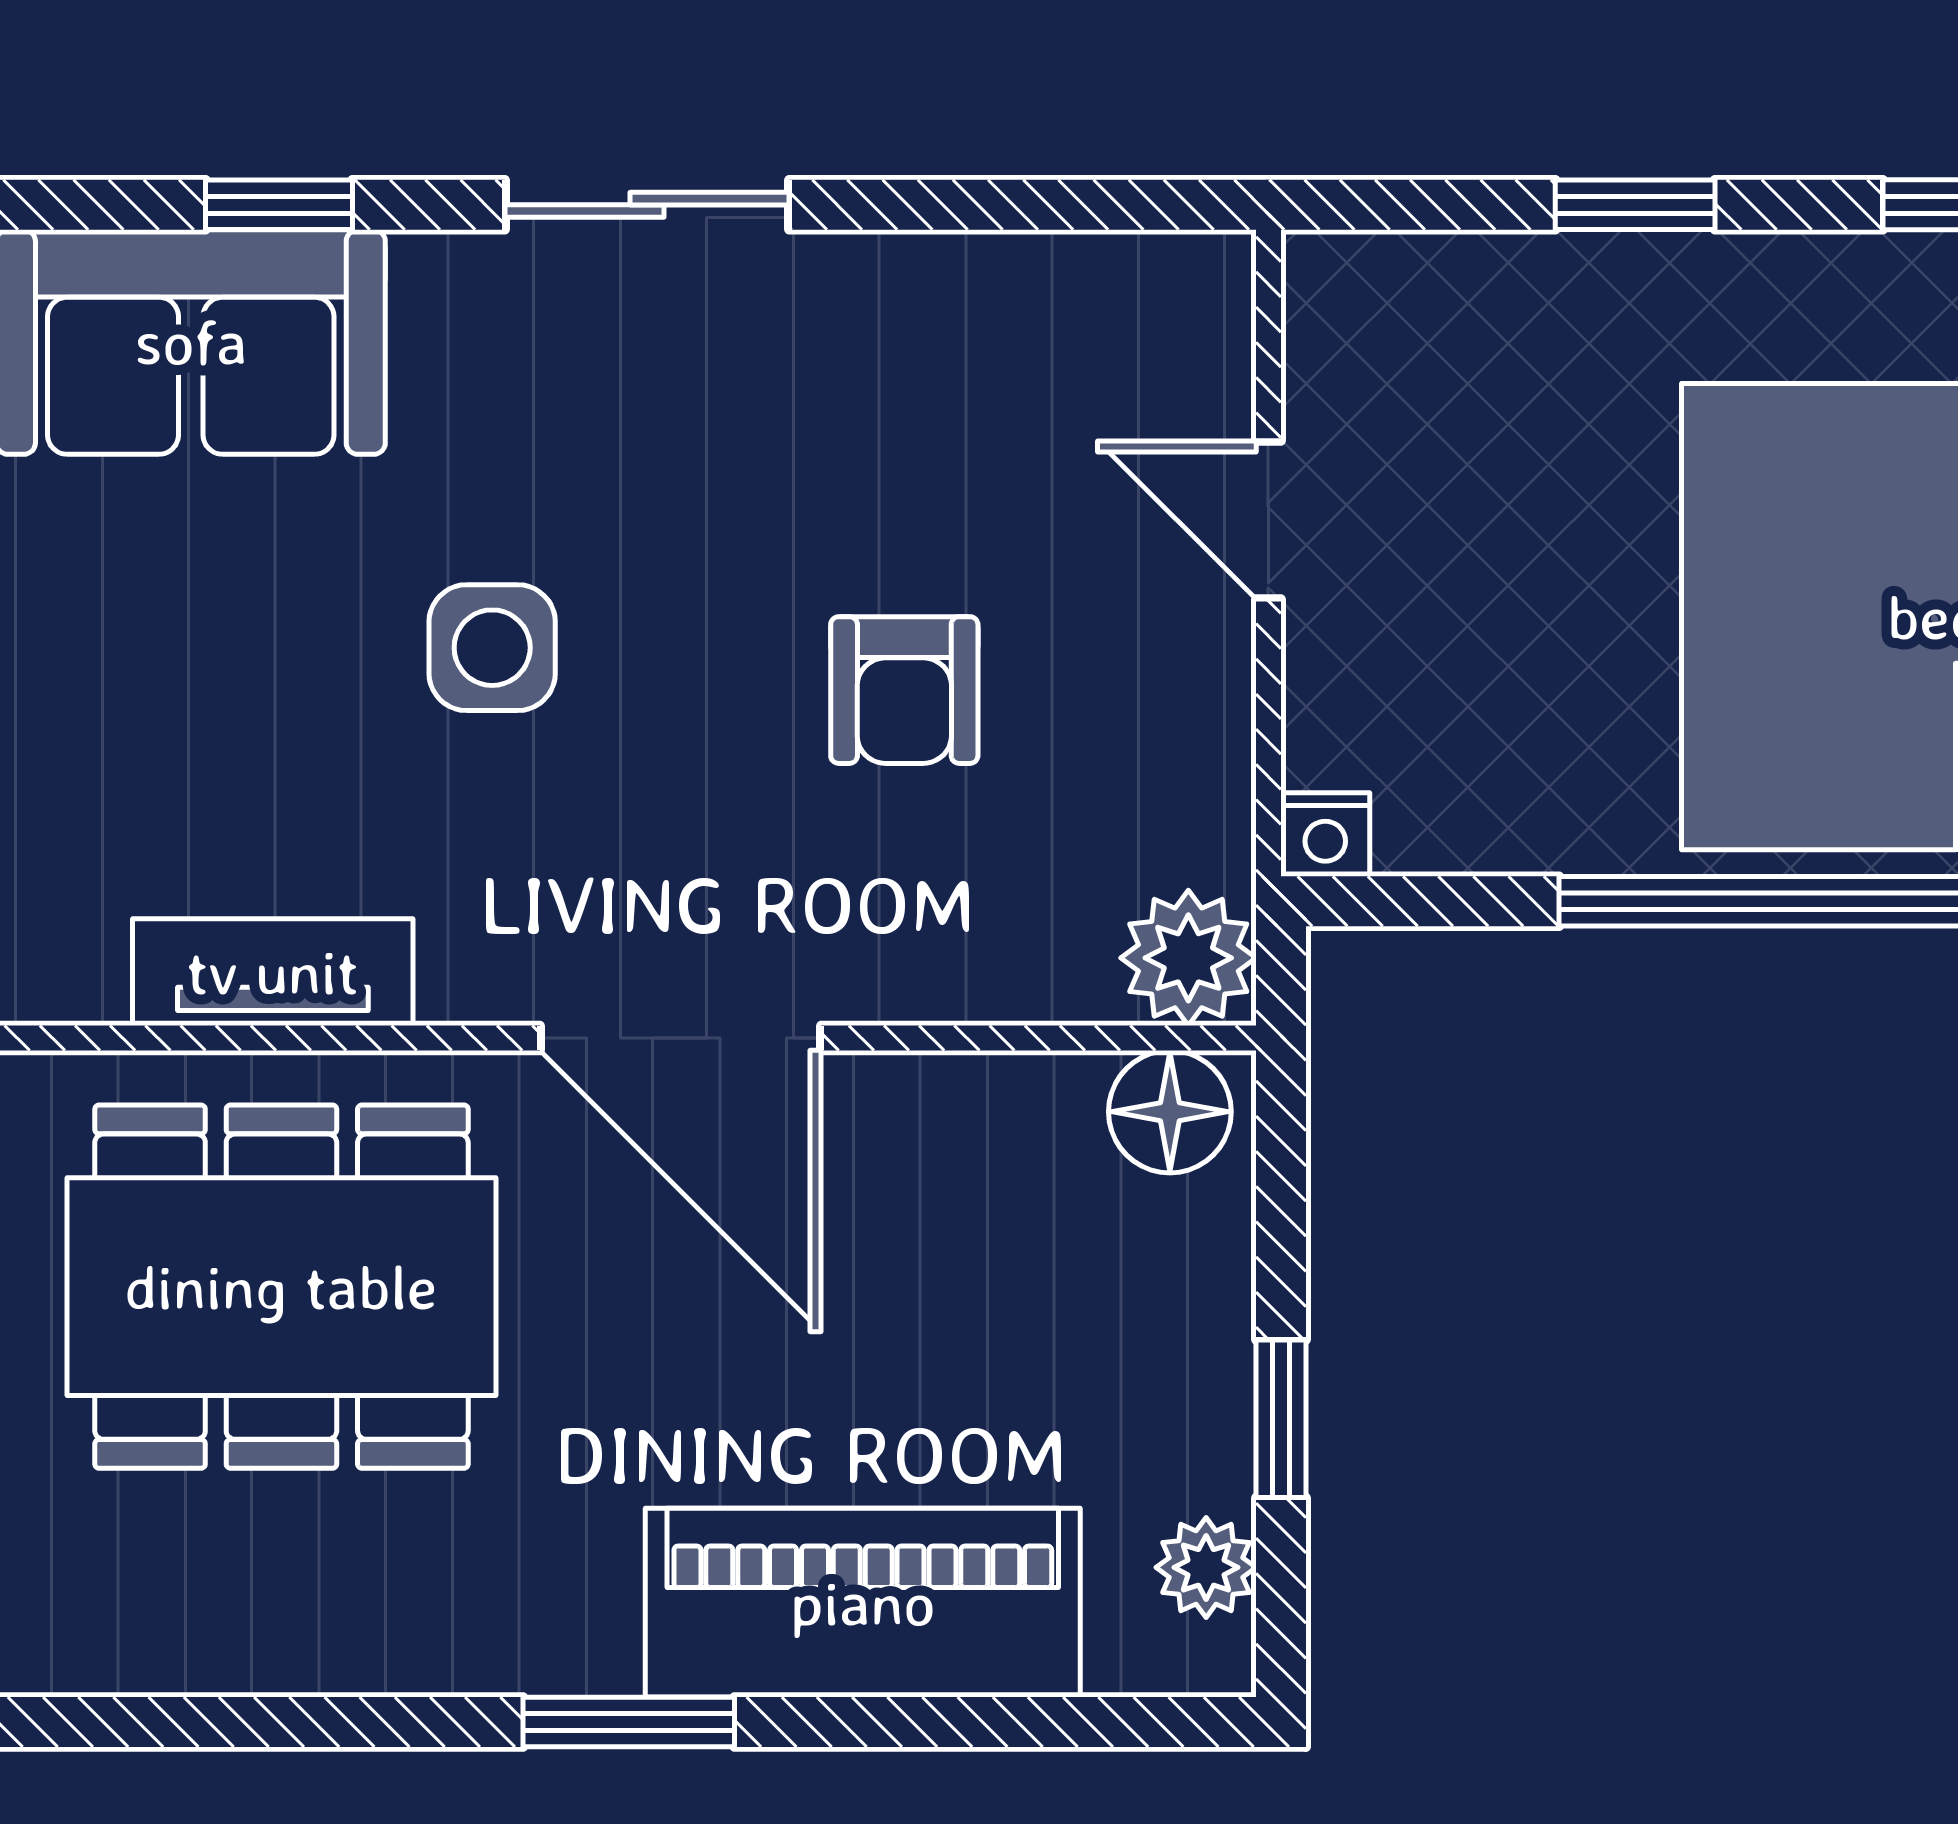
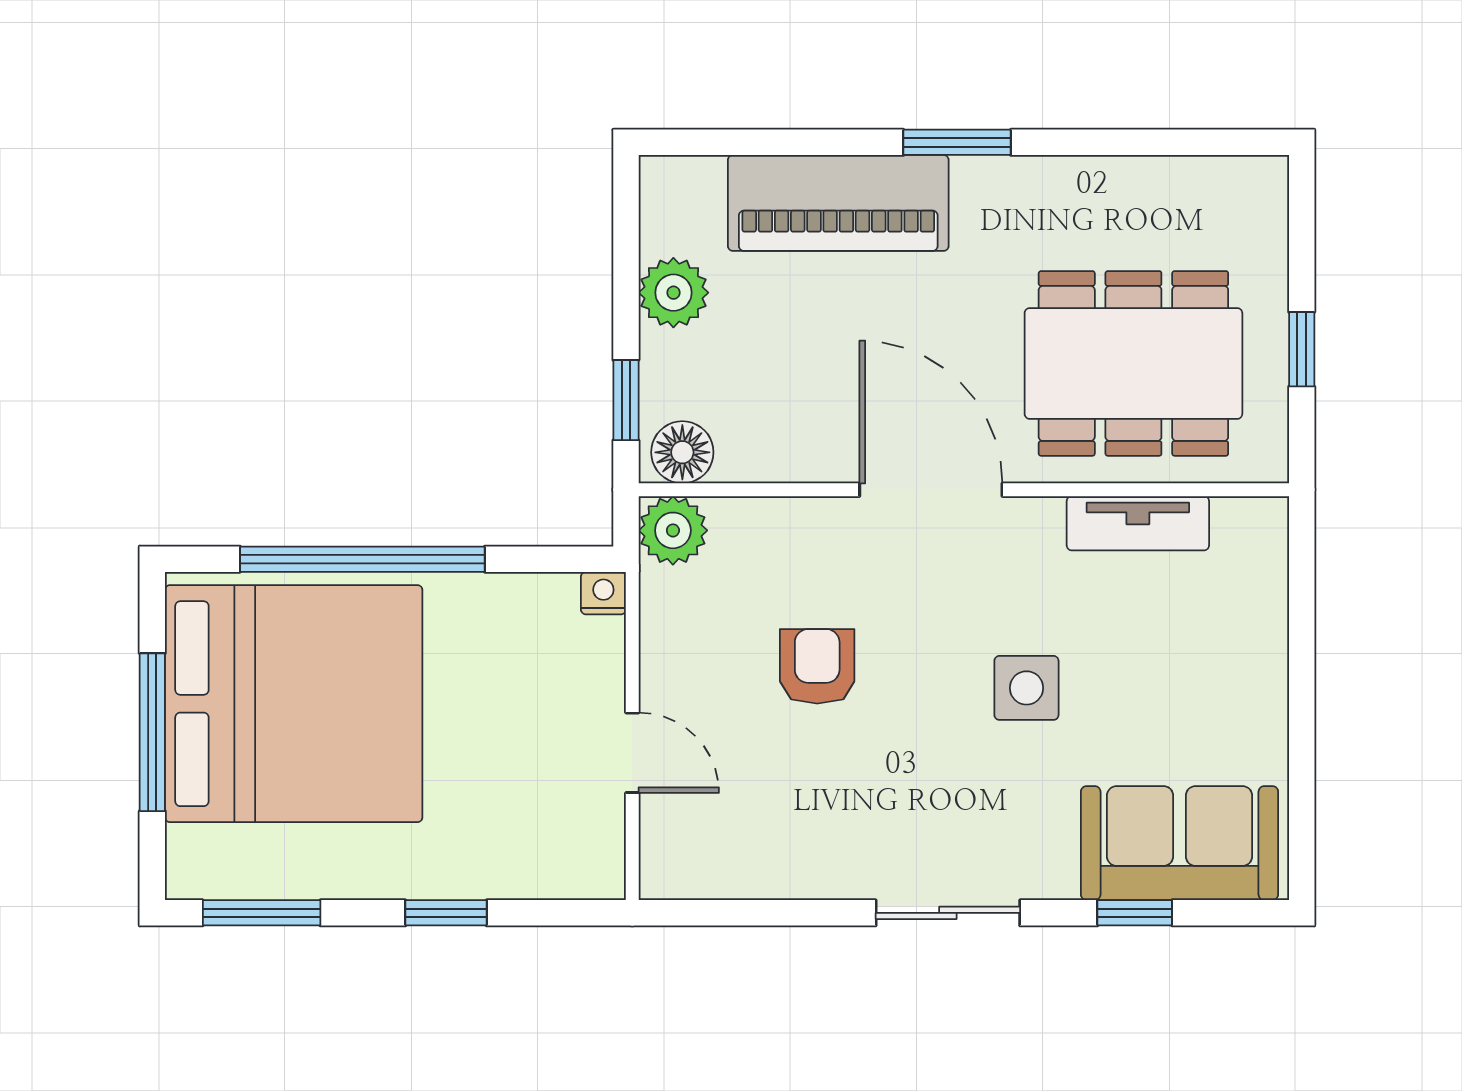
window: (1281, 1419) -> (626, 400), moved
plant: (1206, 1567) -> (673, 293), moved, width x1.38, depth x1.38

